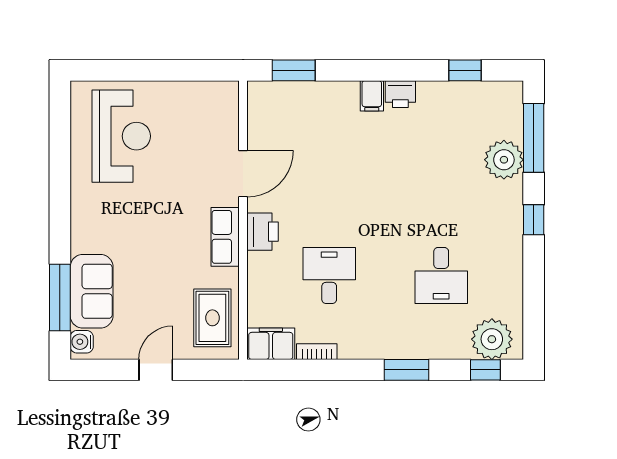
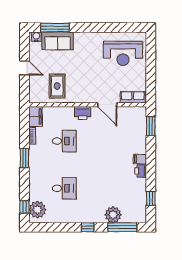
row of seats: (225, 237) -> (133, 97), moved
desk: (441, 275) -> (64, 188), turned 180
rug: (212, 318) -> (57, 86), moved, turned 90
window: (407, 370) -> (24, 158), moved

